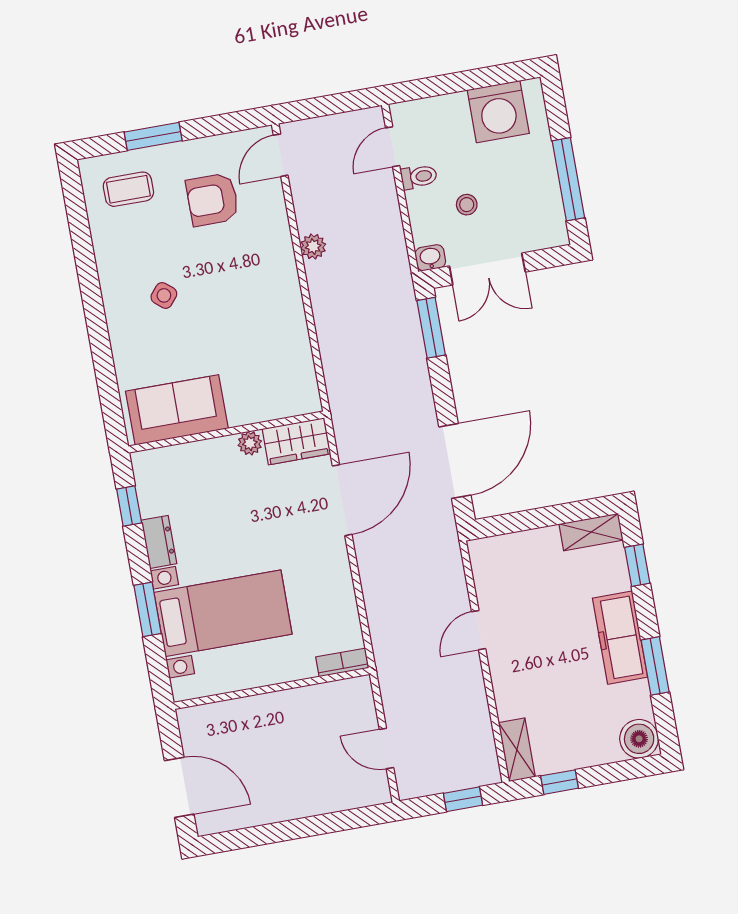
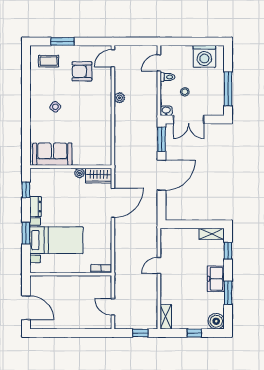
door: (455, 461) -> (162, 175), moved
freezer: (620, 638) -> (216, 279), width x0.71
window: (559, 782) -> (194, 333), moved

